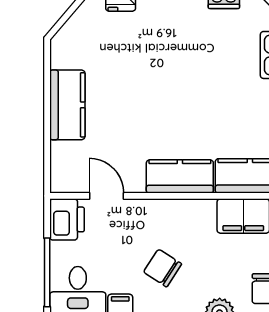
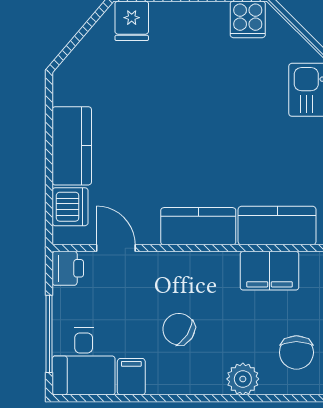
dishwasher: (66, 159) -> (70, 207), added
printer: (67, 219) -> (68, 268), width x0.73, depth x0.81

